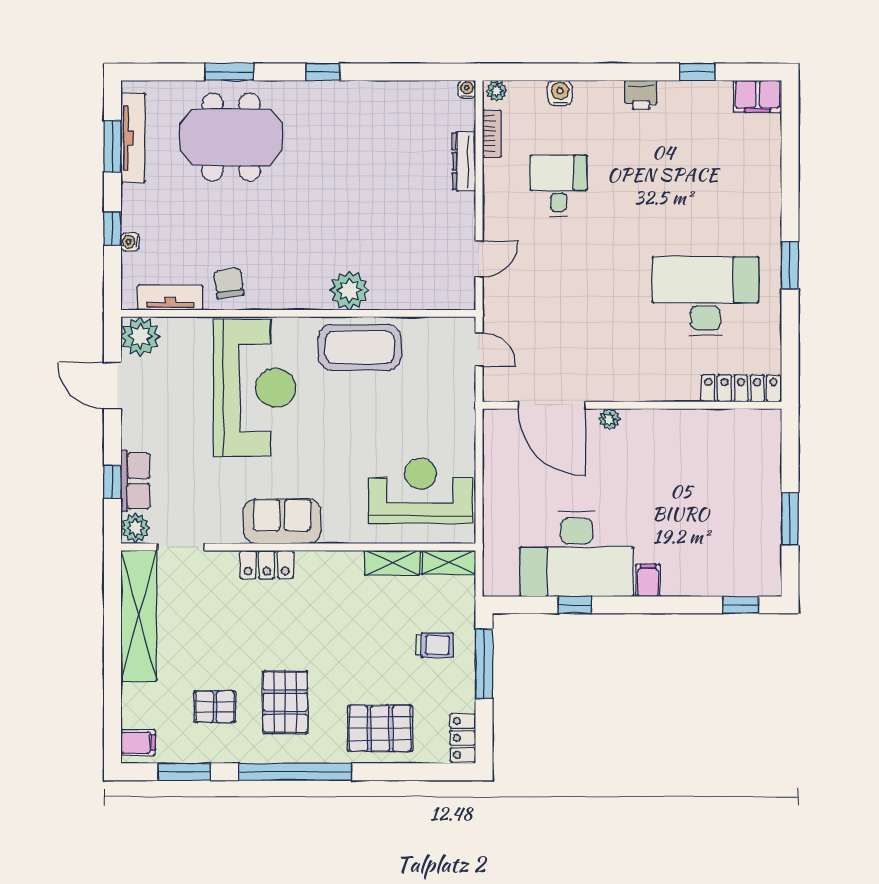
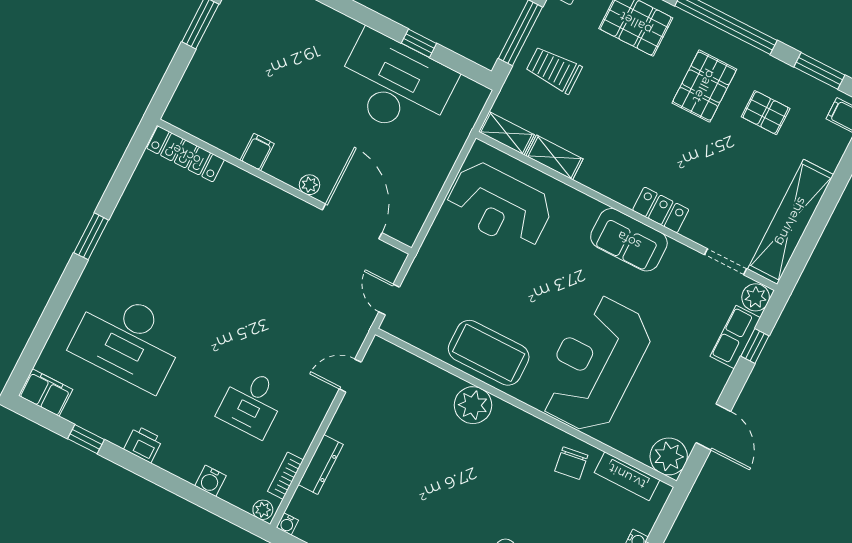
desk: (705, 296) -> (128, 340), moved
filing cabinet: (648, 580) -> (257, 152), moved, turned 180
trolley: (435, 645) -> (554, 70), width x1.36, depth x1.39

